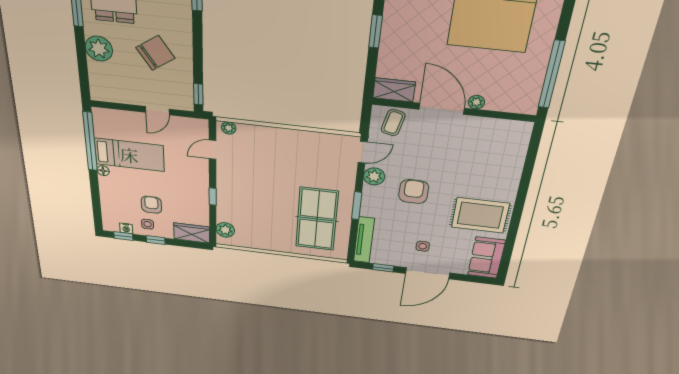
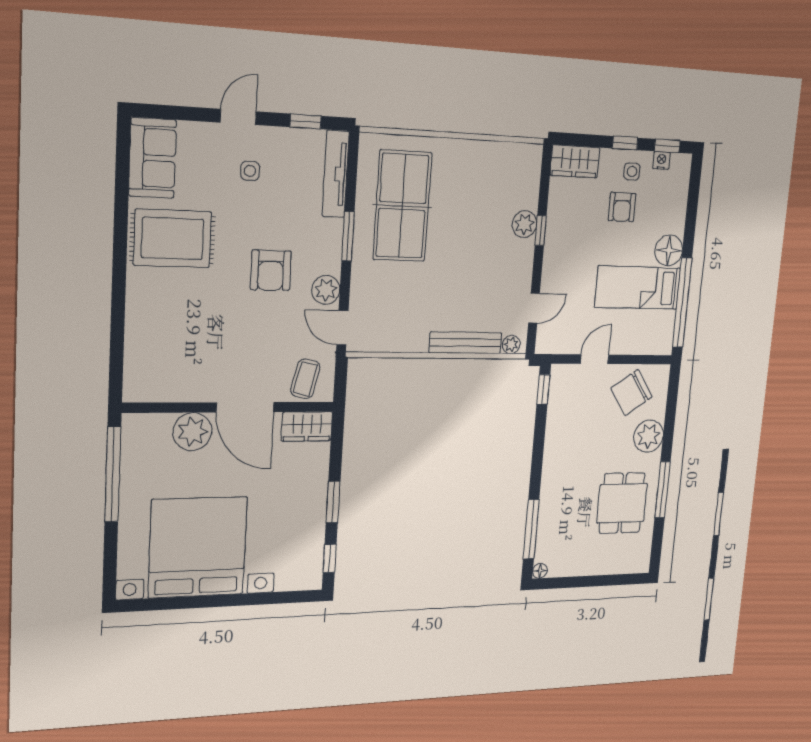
chair: (155, 53) -> (632, 393), moved
plant: (476, 102) -> (193, 432), width x1.88, depth x1.88
bench: (266, 133) -> (465, 343), added
door: (363, 152) -> (342, 328), hinge flipped
floor lamp: (103, 171) -> (669, 250), width x1.89, depth x1.89
plant: (225, 230) -> (524, 224), moved
door: (428, 273) -> (238, 117), width x0.53

